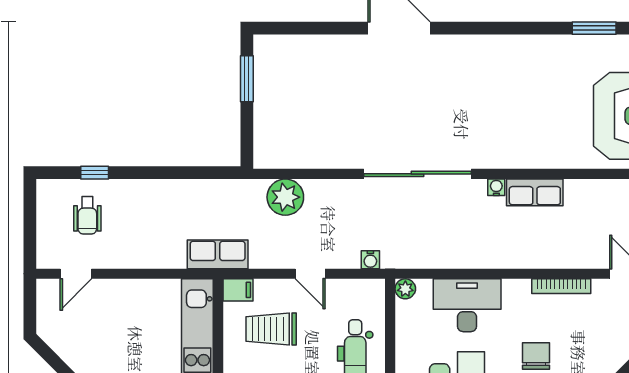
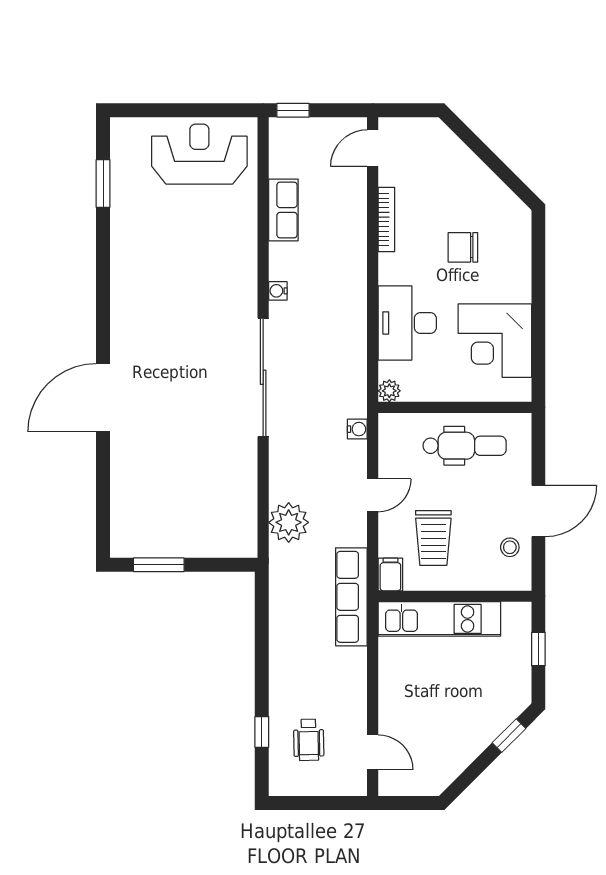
row of seats: (535, 192) -> (283, 210), moved
wheelchair: (87, 215) -> (309, 740), turned 89
row of seats: (218, 254) -> (351, 597), width x1.48

